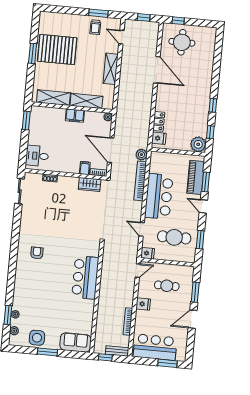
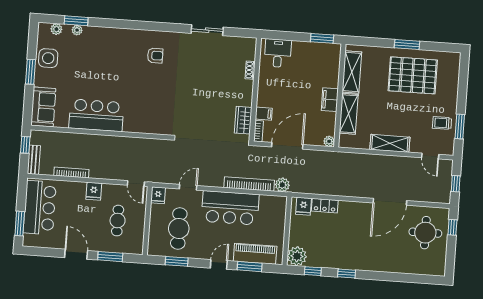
door: (121, 37) -> (430, 156), swing flipped
pallet: (57, 50) -> (413, 75), turned 90
sliding door: (20, 191) -> (207, 30), moved
bar counter: (85, 277) -> (96, 115), moved

